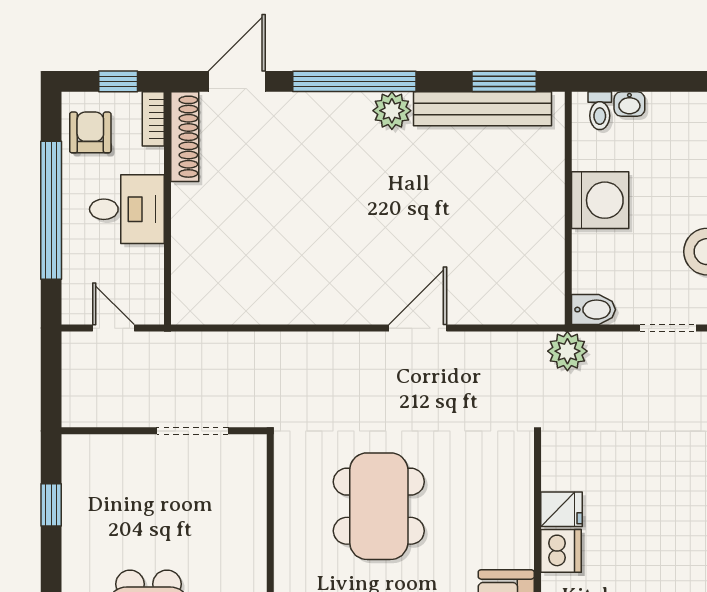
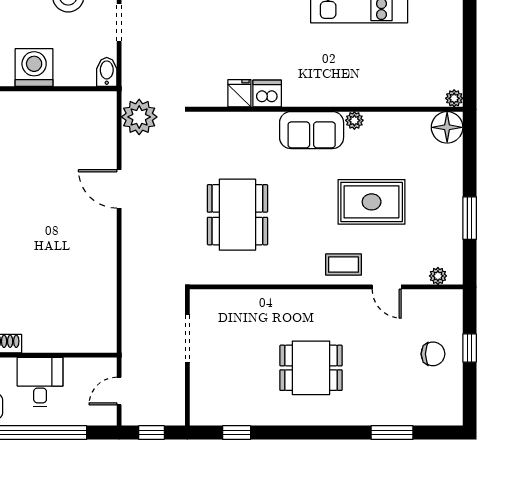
plant: (567, 351) -> (139, 117), moved, width x1.36, depth x1.36
window: (51, 377) -> (152, 433), added
dining table: (379, 506) -> (237, 215), turned 90

